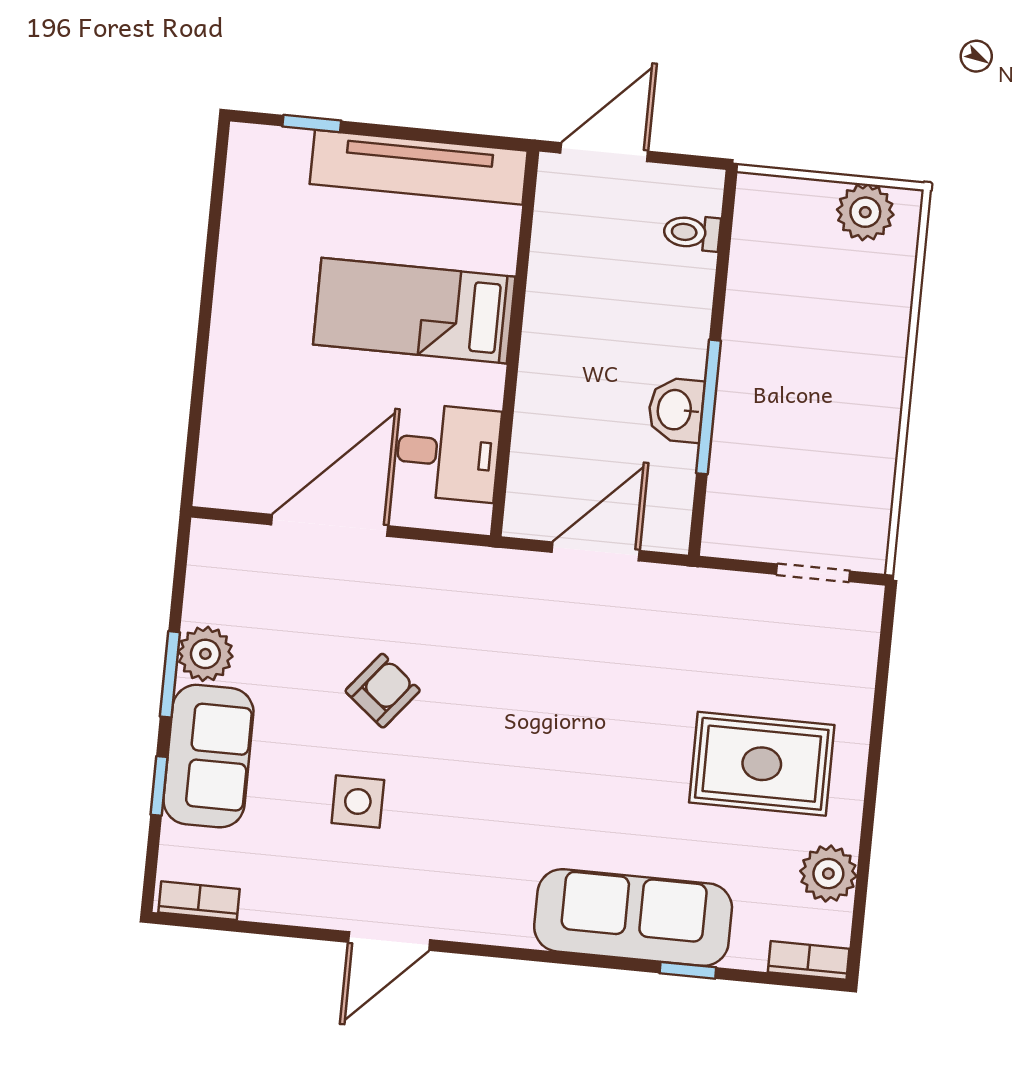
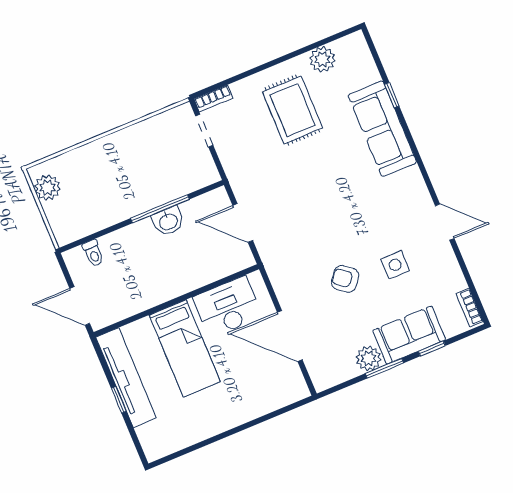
window: (312, 124) -> (119, 400), moved
desk: (448, 453) -> (228, 307), width x1.37
bookcase: (809, 960) -> (213, 98), moved, turned -90

